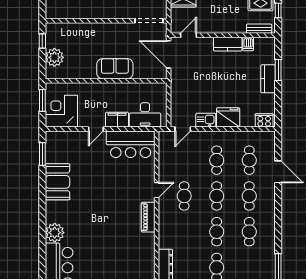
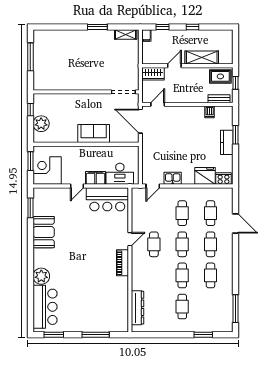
kitchen counter: (228, 44) -> (192, 112), removed
fridge: (228, 117) -> (205, 176), moved

